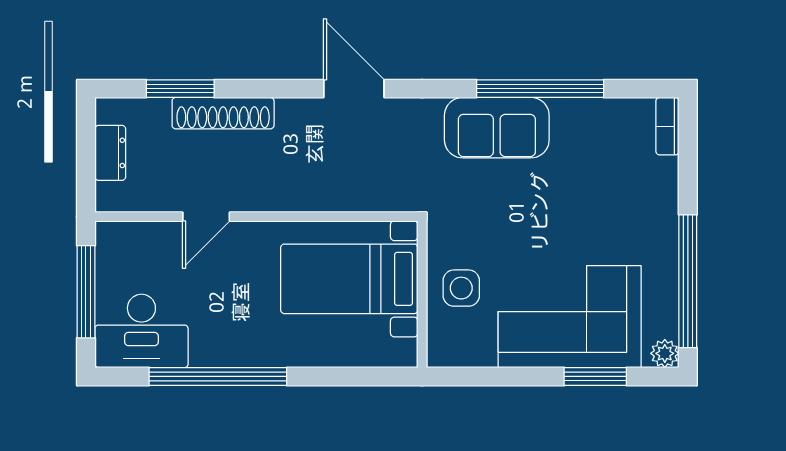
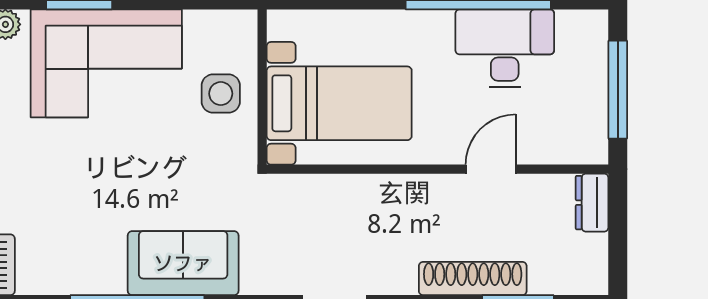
dresser: (110, 153) -> (592, 203), moved
desk: (141, 331) -> (505, 48), moved

